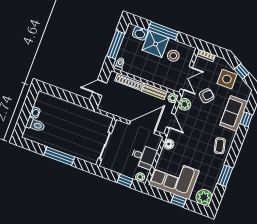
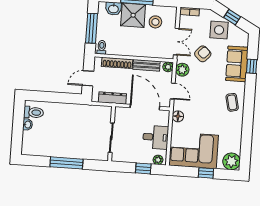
dresser: (116, 111) -> (112, 98), added
toilet: (35, 125) -> (34, 112), moved
door: (142, 127) -> (145, 107), hinge flipped
window: (225, 176) -> (247, 132), removed

